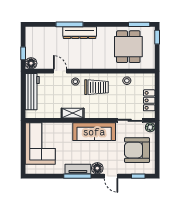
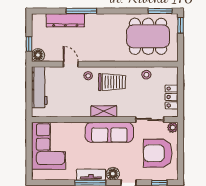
dresser: (80, 33) -> (65, 20), moved
dining table: (128, 47) -> (148, 36), width x1.37
shelving: (73, 113) -> (104, 111), moved

